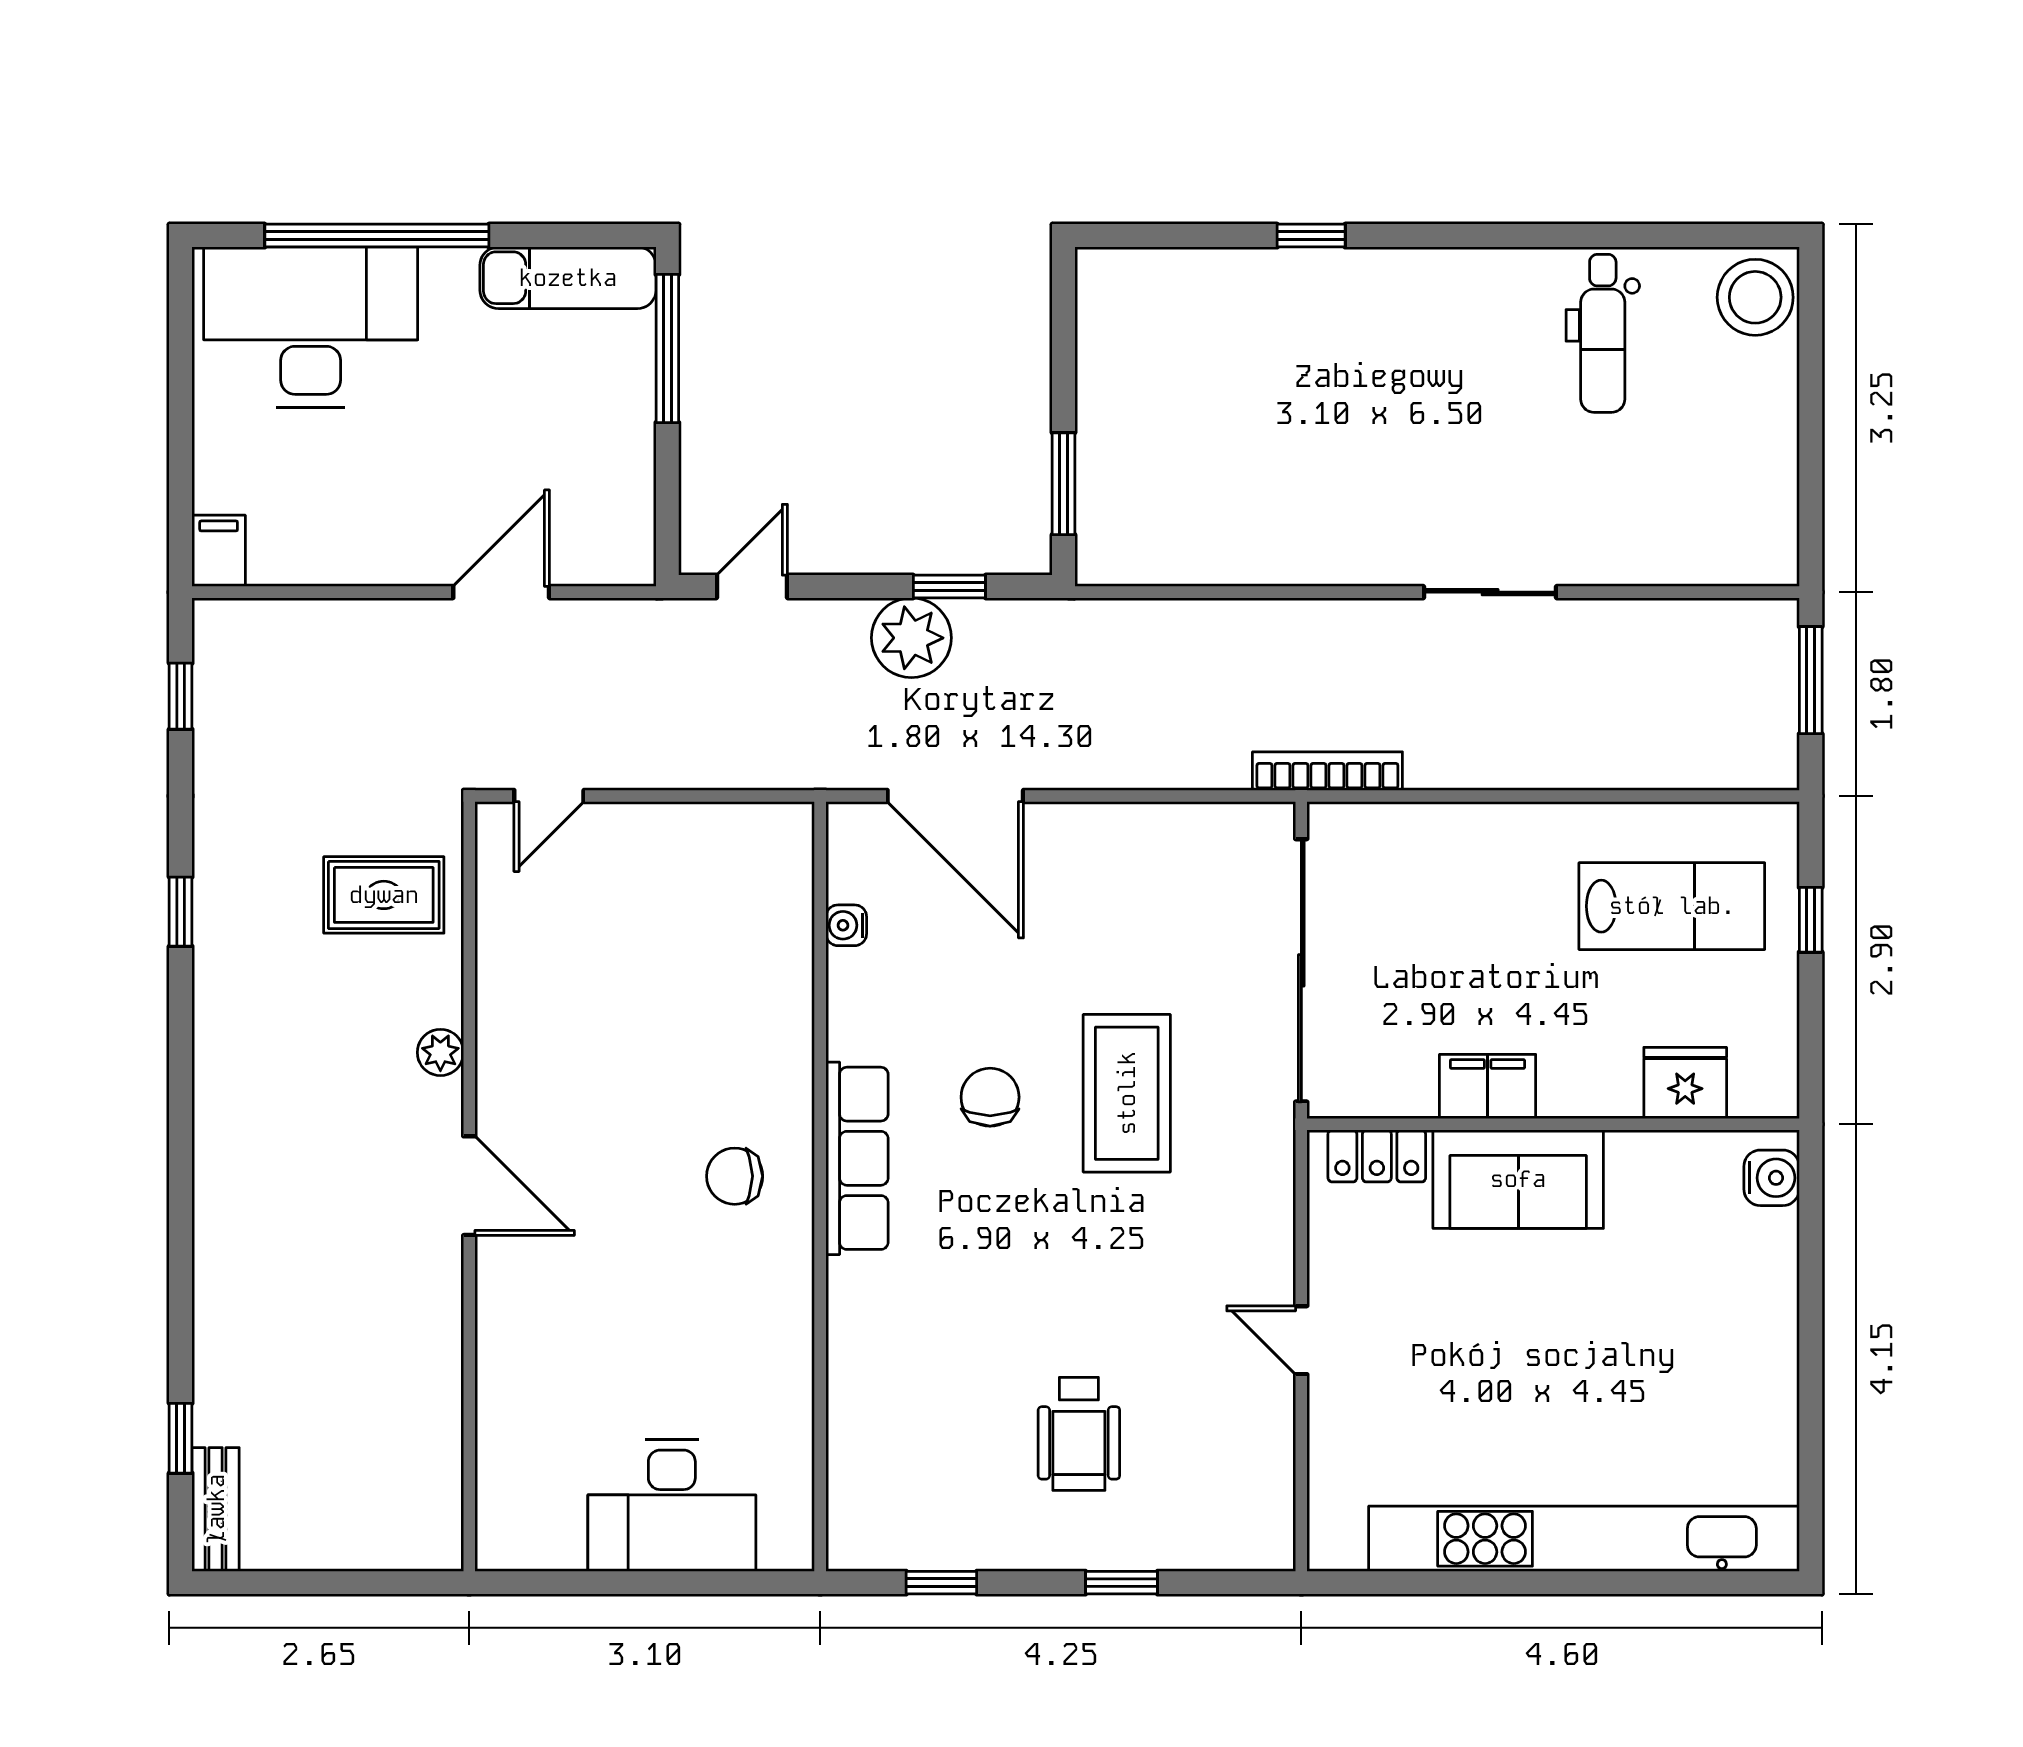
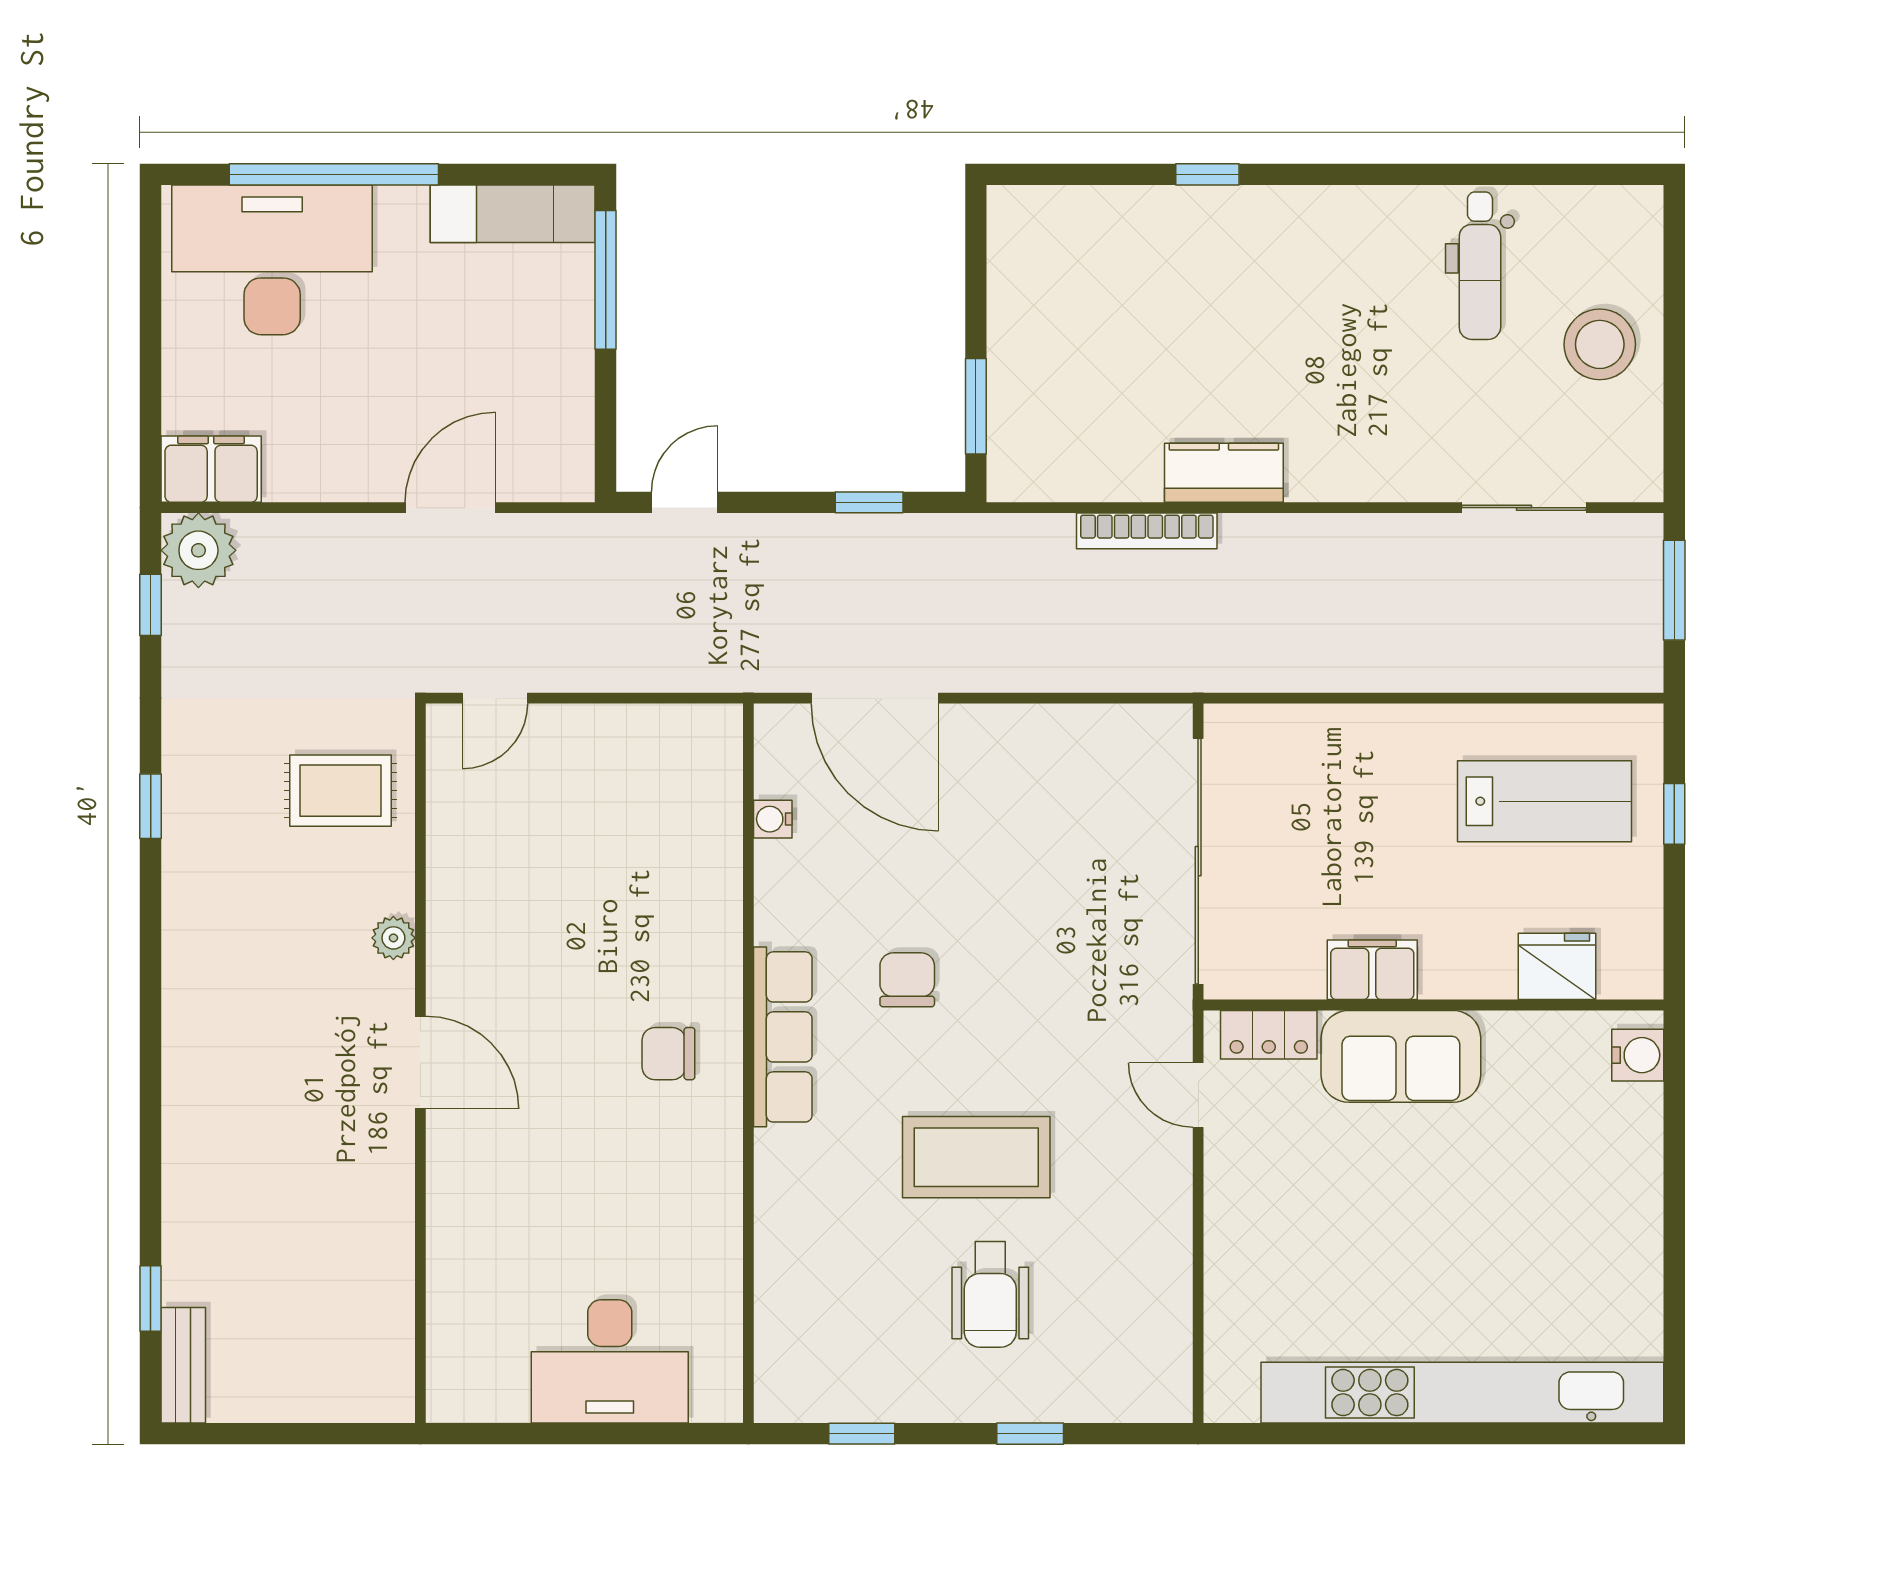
stool: (1755, 297) -> (1600, 344), moved
filing cabinet: (219, 551) -> (211, 469), width x2.00
kitchen counter: (1329, 555) -> (1224, 473), added
sliding door: (1490, 592) -> (1524, 508), moved
plant: (911, 638) -> (198, 550), moved
bookcase: (1327, 771) -> (1147, 531), moved, turned 180
coffee table: (1127, 1093) -> (976, 1157), moved, turned 90
door: (1301, 1340) -> (1198, 1095), moved

